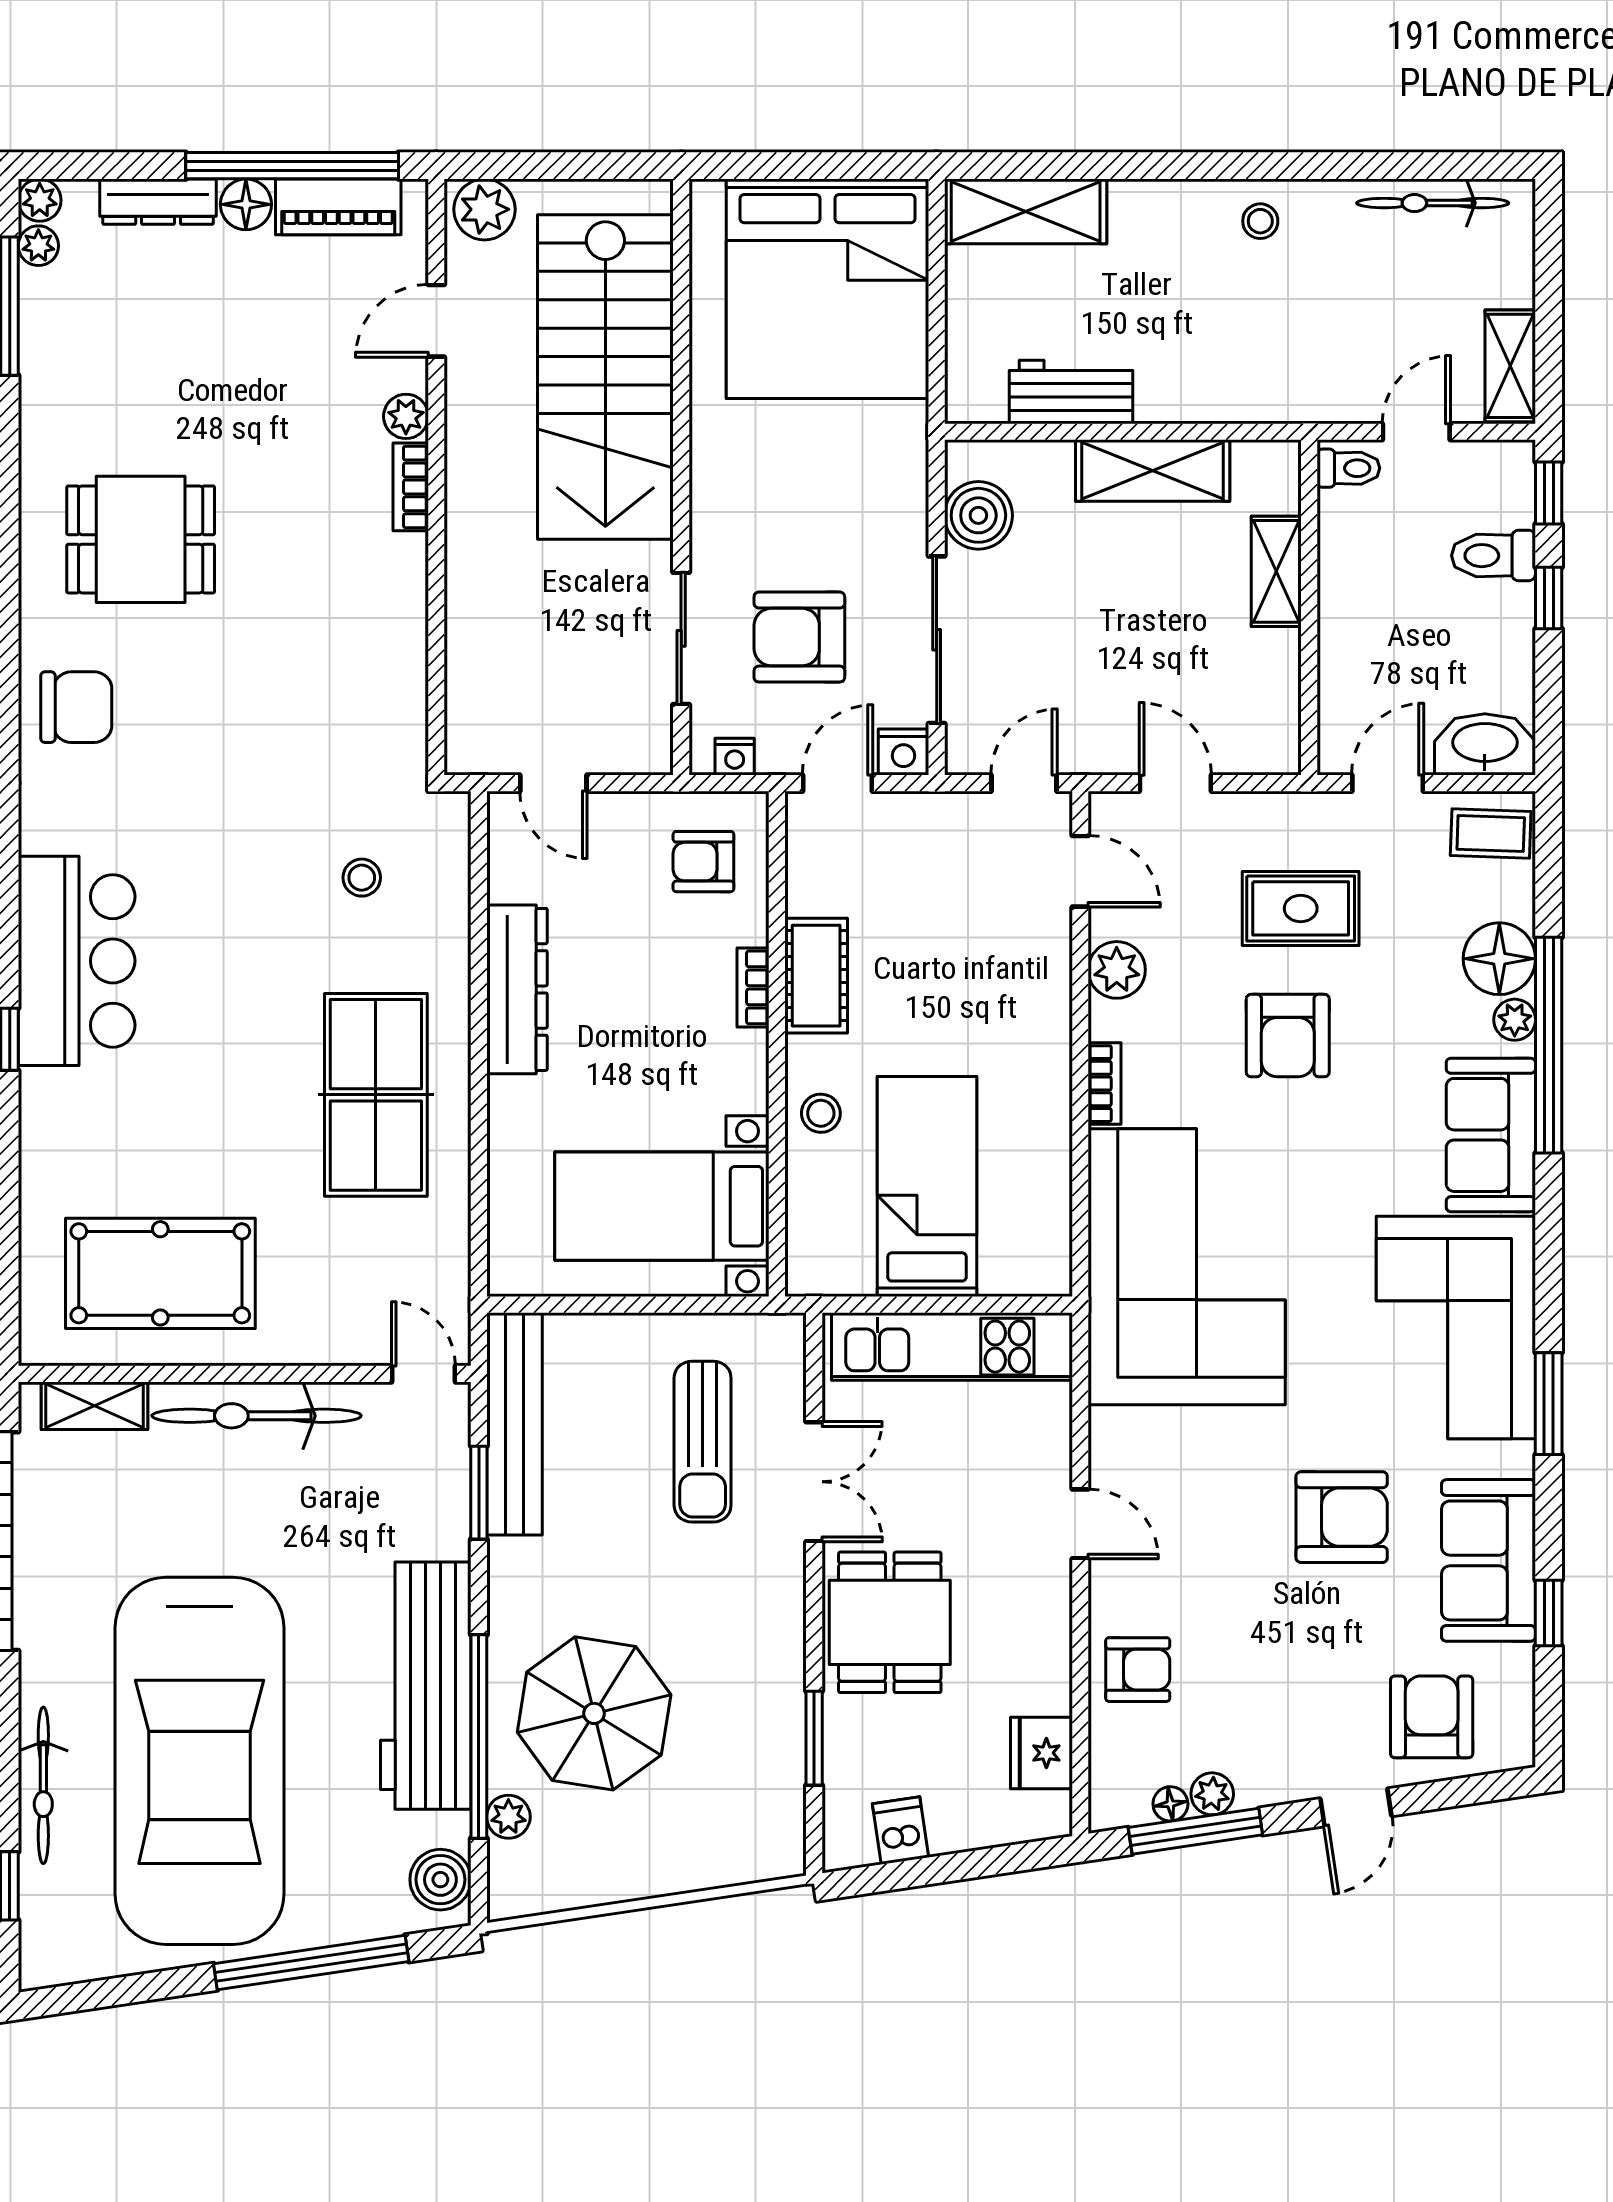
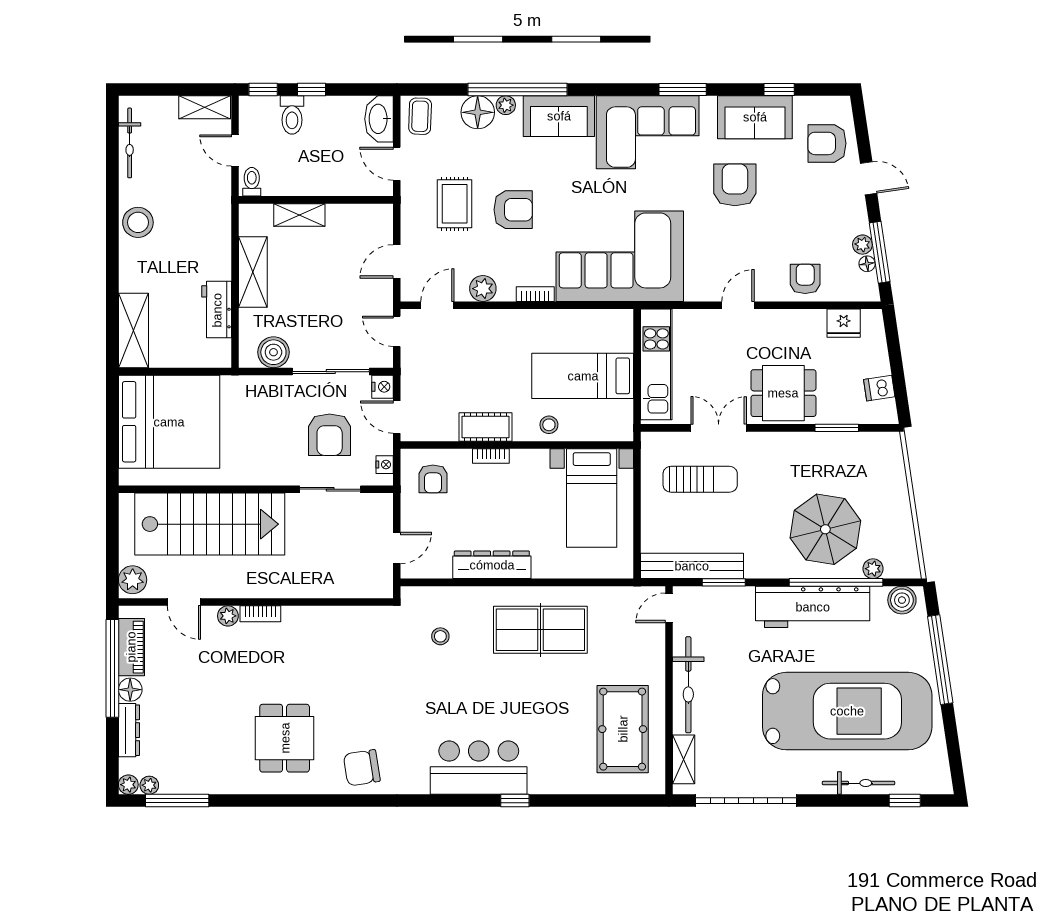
stool: (1260, 221) -> (138, 222), width x1.89, depth x1.89
chair: (76, 707) -> (362, 768), turned -99

